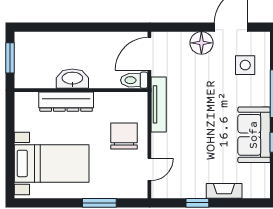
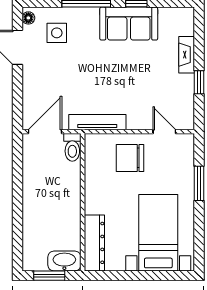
floor lamp: (201, 43) -> (28, 18), moved, width x0.53, depth x0.53
door: (149, 54) -> (45, 132), swing flipped
washbasin: (72, 79) -> (64, 261), moved, turned 90
dresser: (66, 102) -> (94, 243), moved

